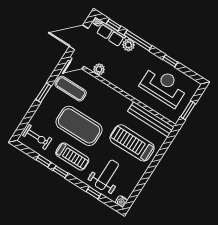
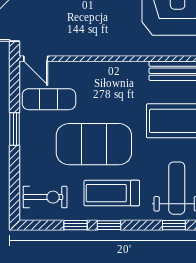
door: (77, 64) -> (36, 59), hinge flipped
plant: (99, 69) -> (72, 47), removed
treadmill: (72, 156) -> (112, 193), turned 180

